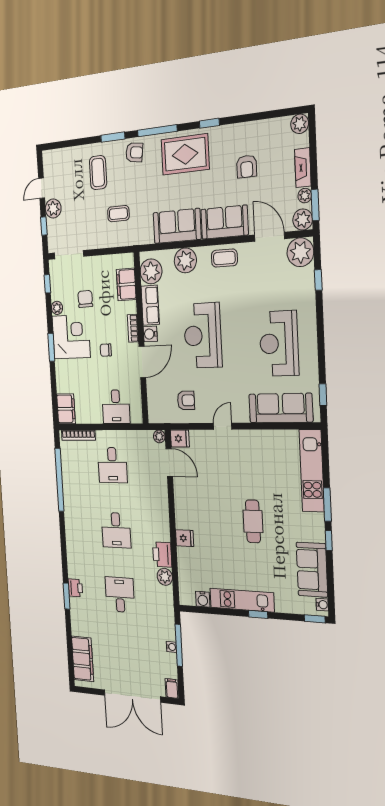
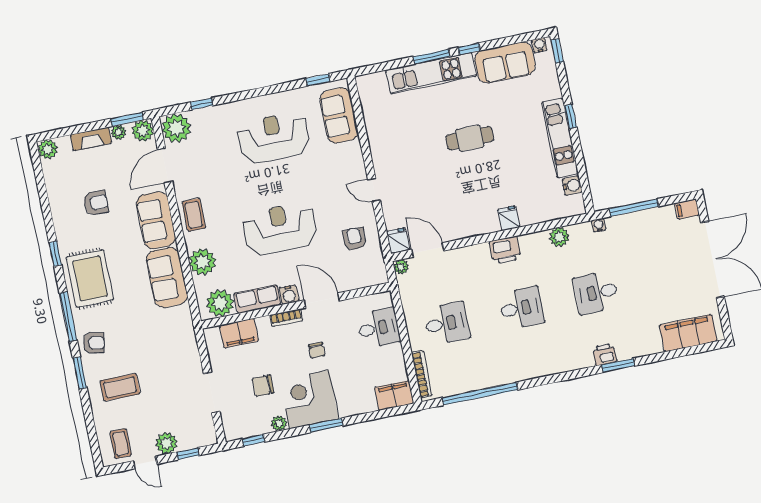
armchair: (134, 152) -> (94, 343), turned 93
coffee table: (118, 214) -> (121, 444), moved
doorway: (69, 255) -> (212, 393), moved
reception desk: (203, 335) -> (280, 229), turned 180
reception desk: (279, 343) -> (274, 138), turned 180
sofa: (281, 408) -> (339, 115), width x0.73
door: (169, 462) -> (428, 250), hinge flipped
kitchen unit: (312, 471) -> (431, 73), moved
printer: (162, 555) -> (505, 250), moved
water cooler: (171, 647) -> (599, 225), moved

